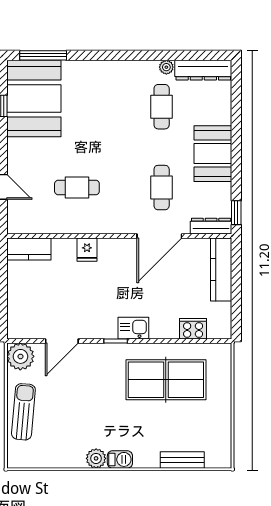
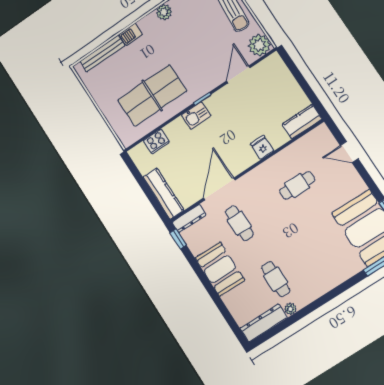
barbecue: (120, 459) -> (131, 34), moved
bench: (182, 460) -> (102, 54), width x1.36

